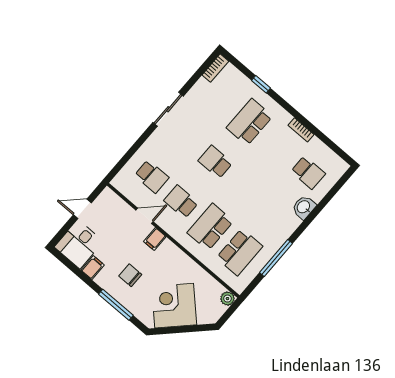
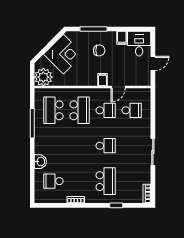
school desk: (152, 176) -> (132, 110), turned 180
plant: (227, 299) -> (43, 77), width x1.87, depth x1.87

